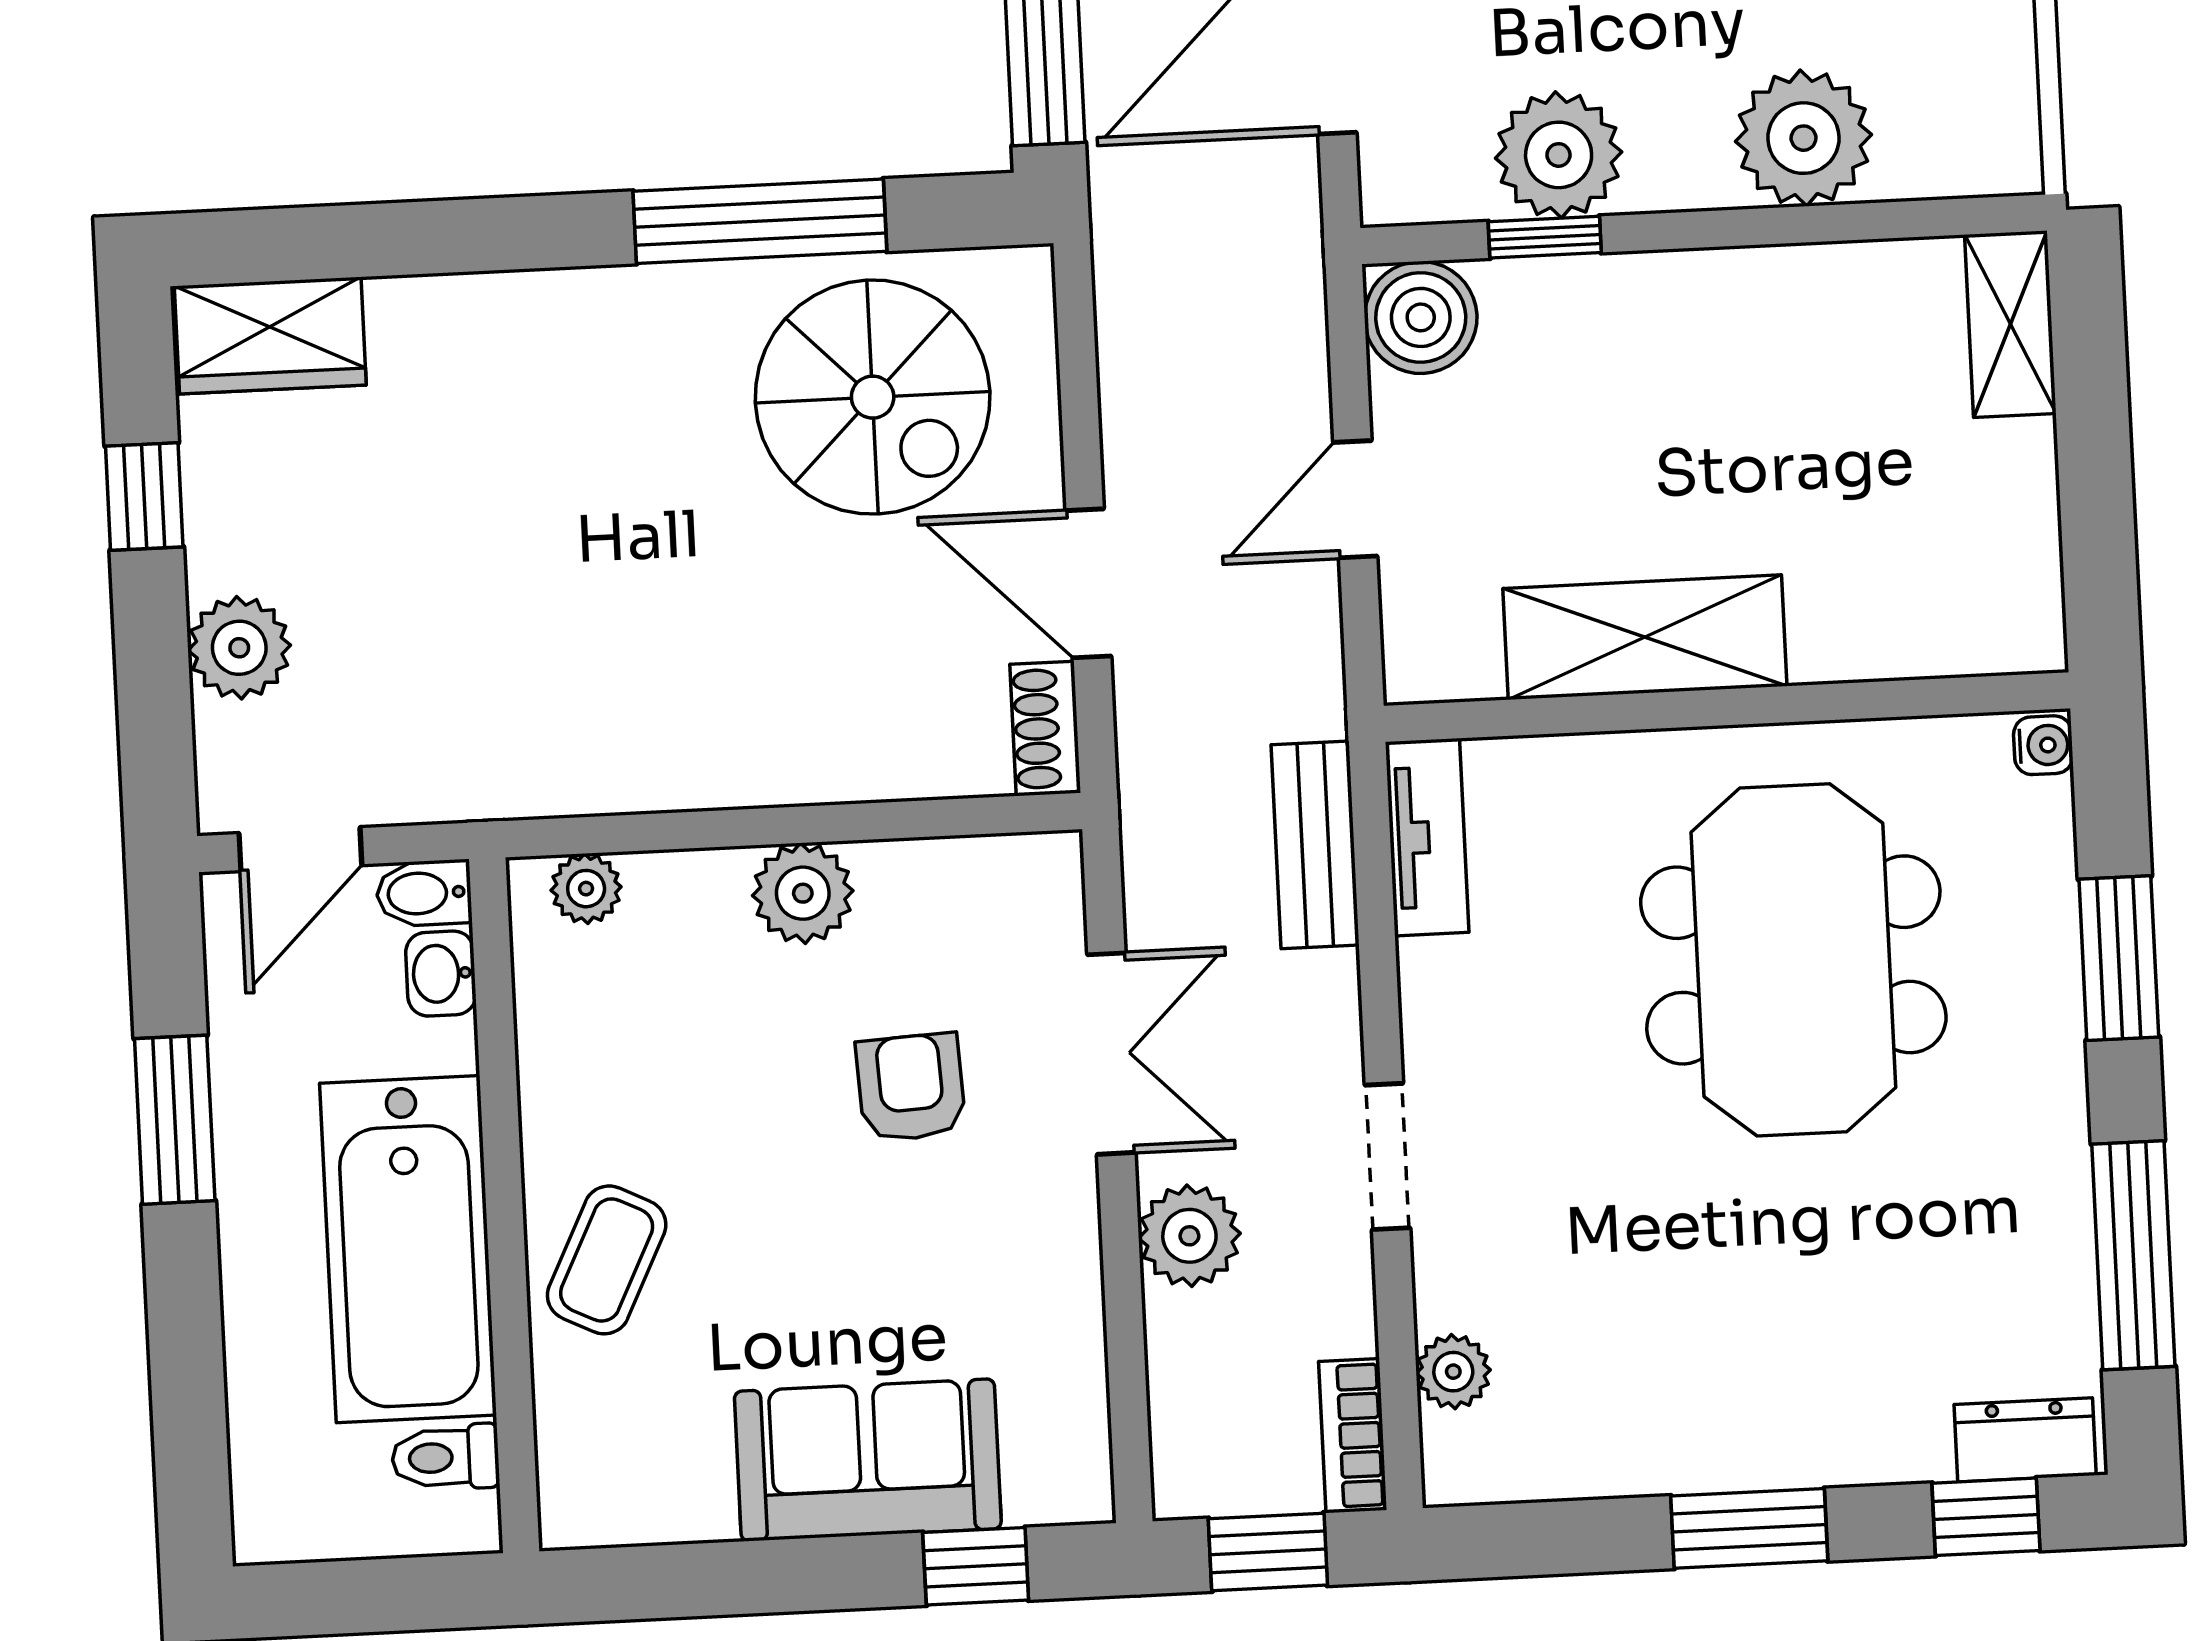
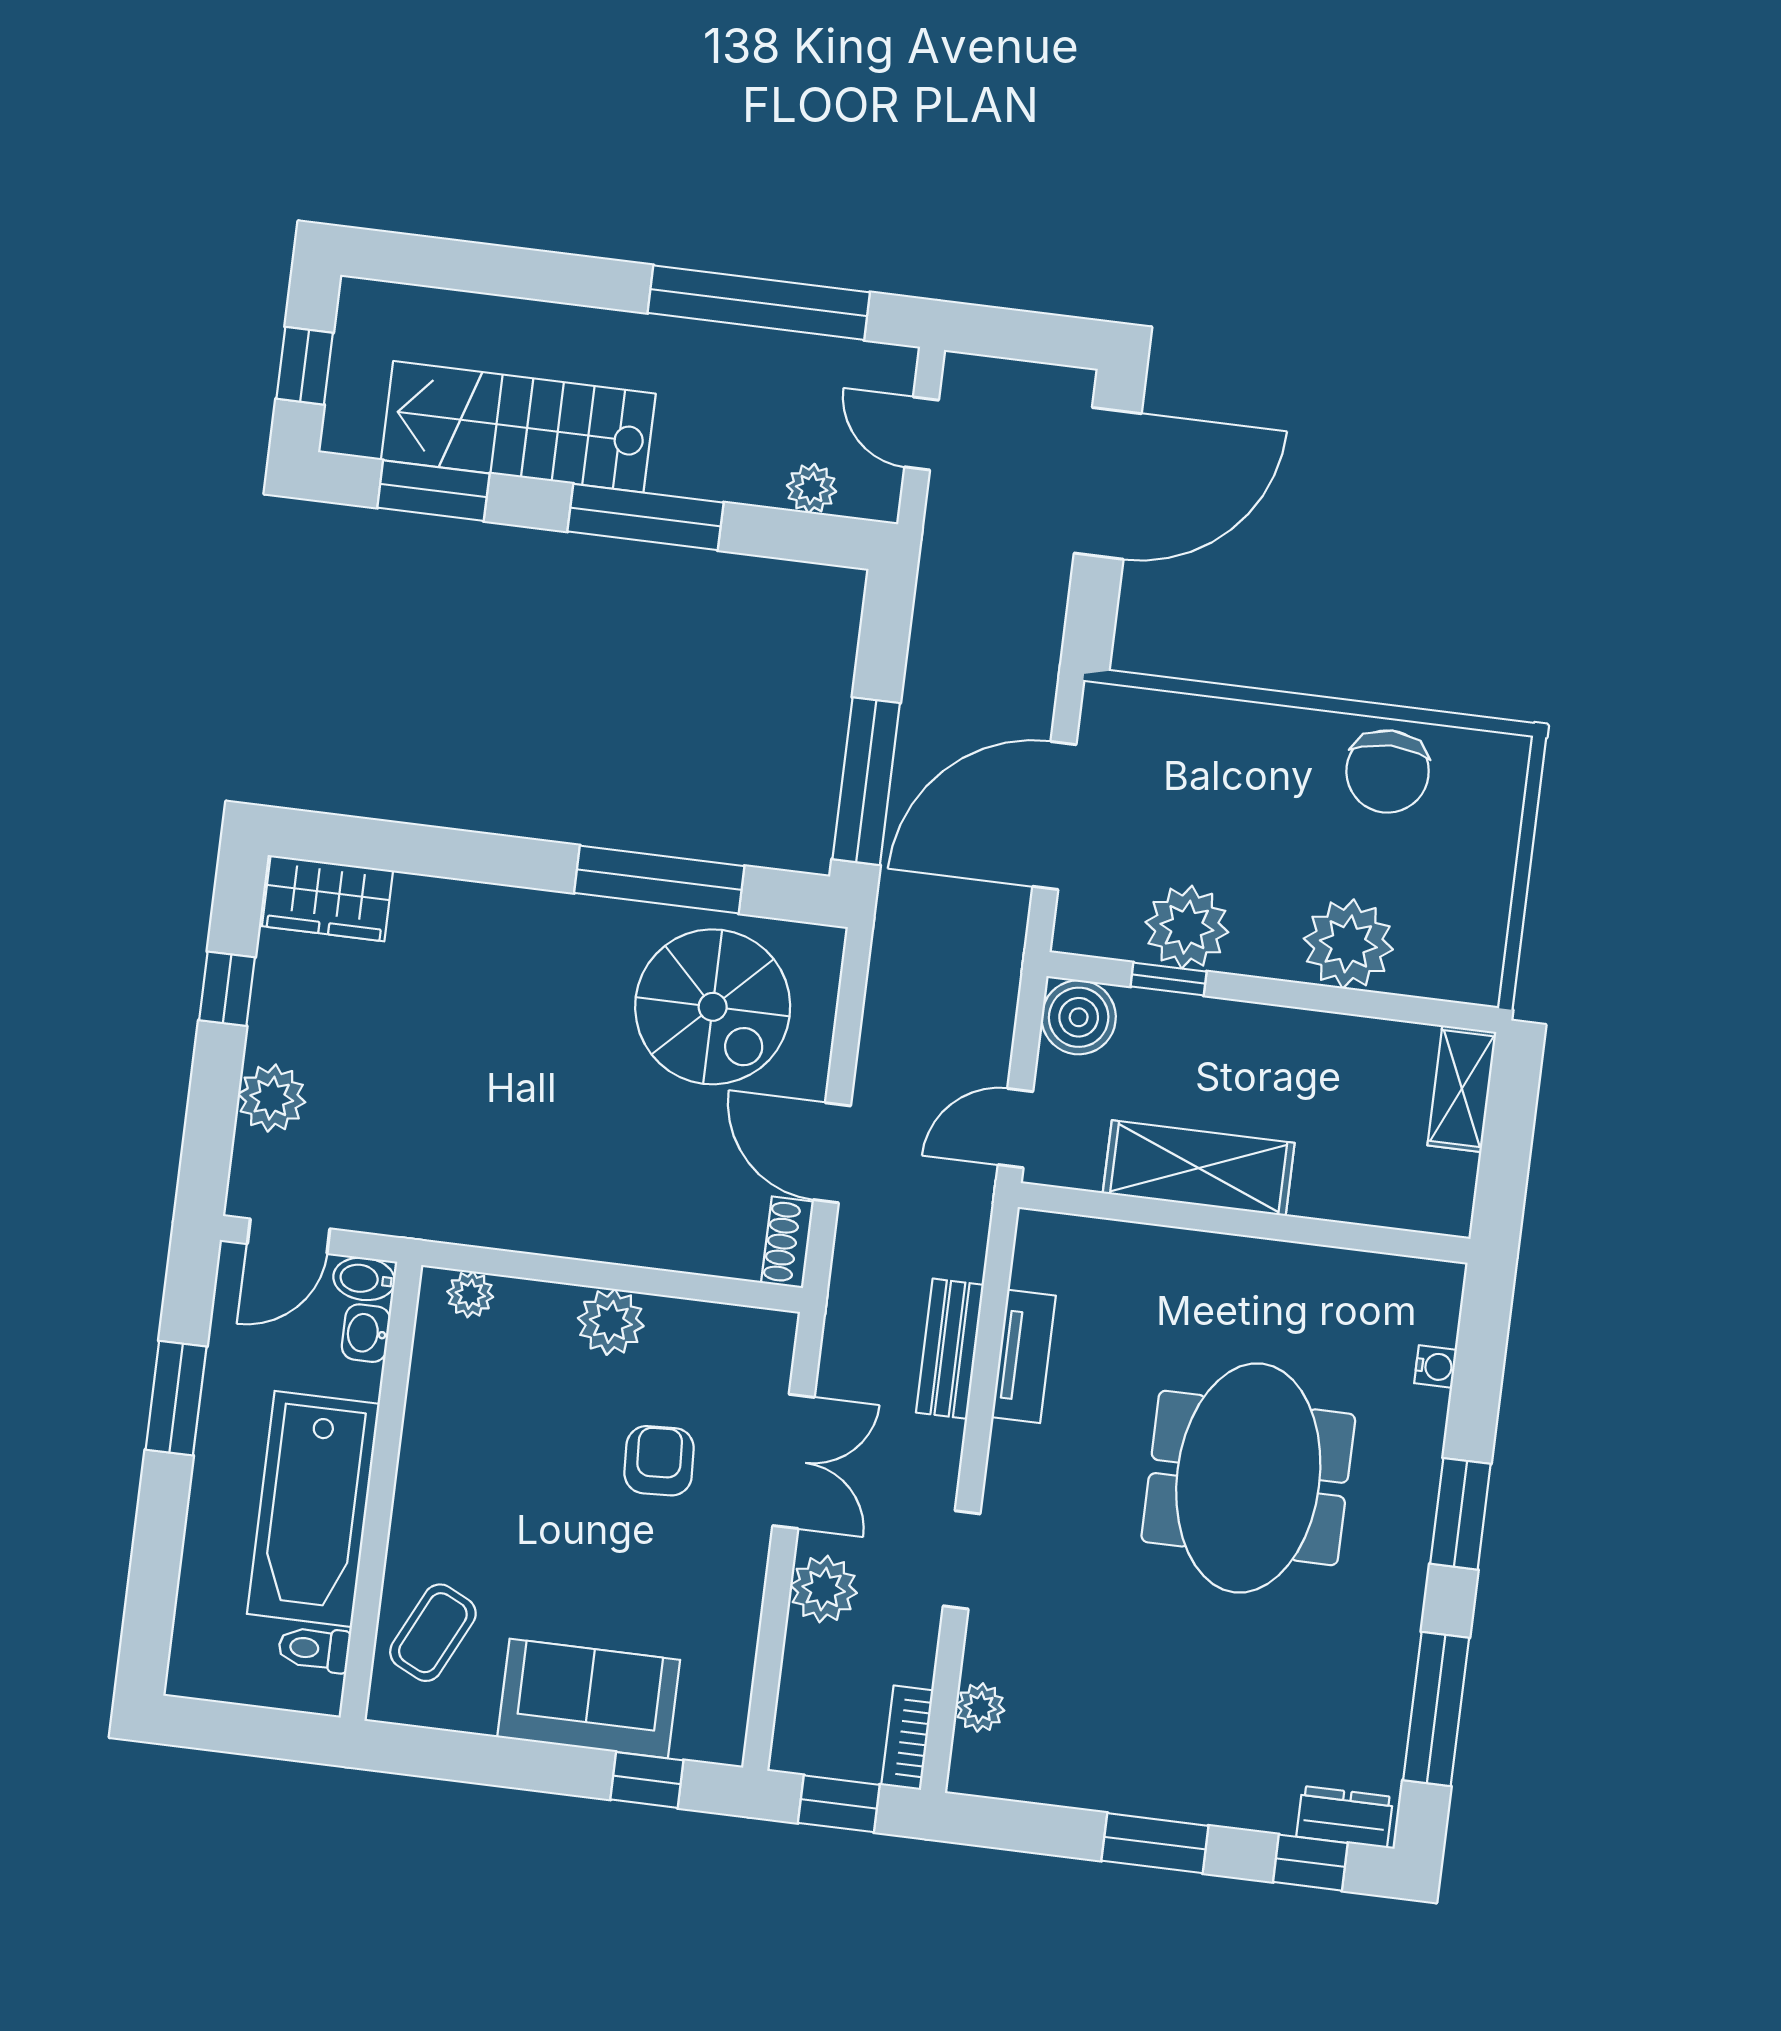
shelving: (1645, 637) -> (1199, 1168), moved
wall: (1727, 707) -> (1244, 1223), moved
coffee table: (607, 1260) -> (433, 1633), moved

